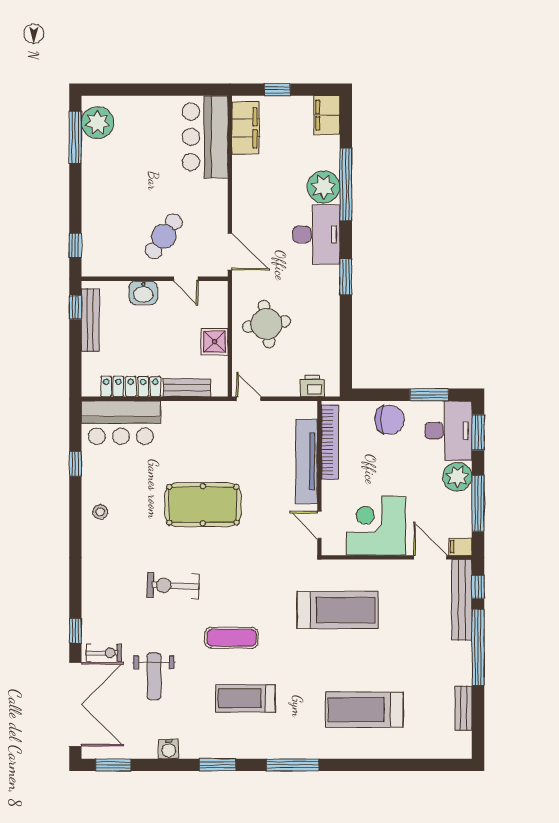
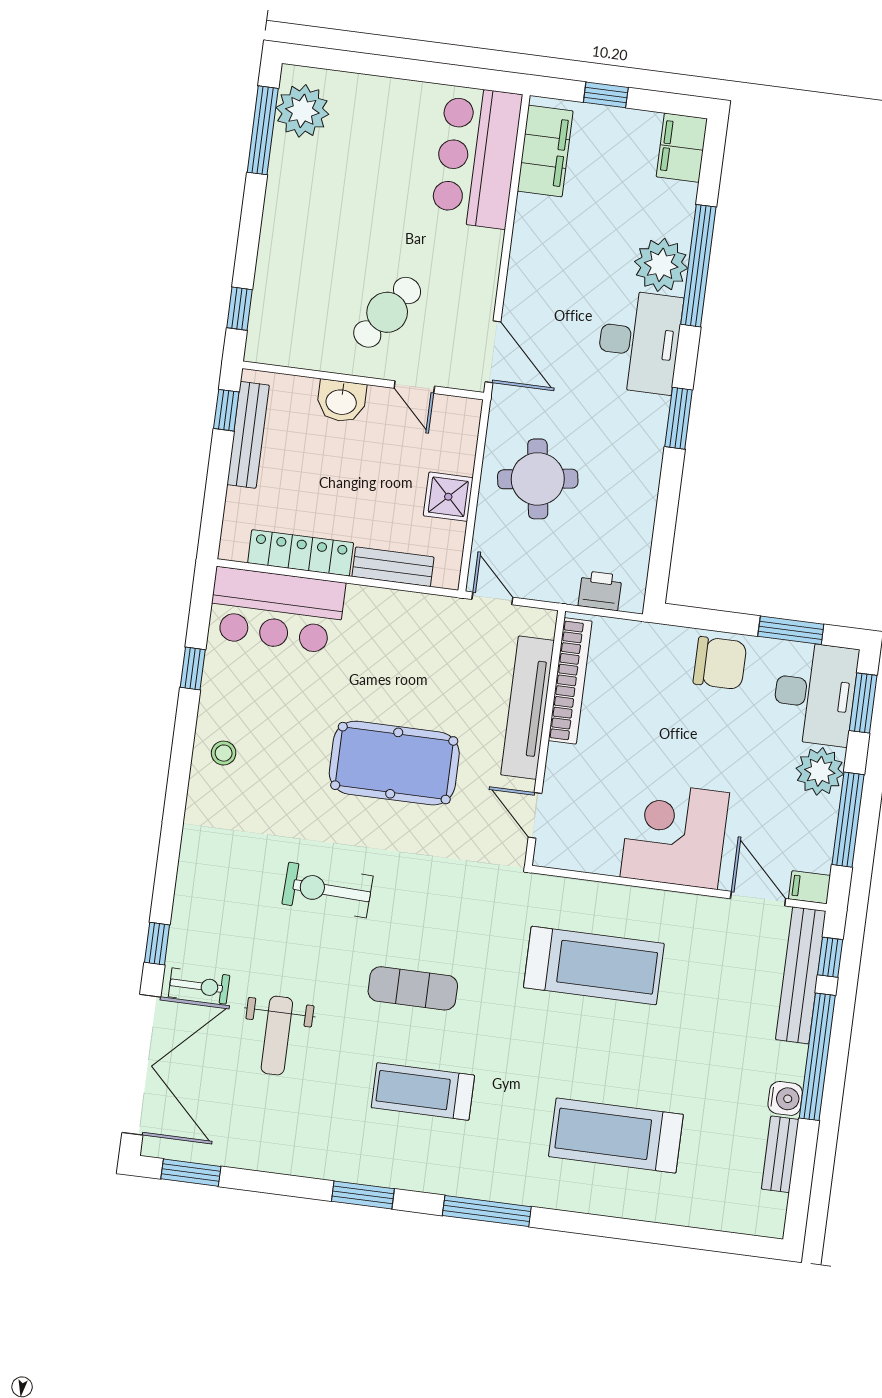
bookcase: (330, 442) -> (570, 681), moved
tv unit: (307, 461) -> (527, 708), moved
wall: (319, 478) -> (545, 738), moved
door: (319, 525) -> (535, 815), moved
water cooler: (169, 749) -> (785, 1098), moved, turned -90

